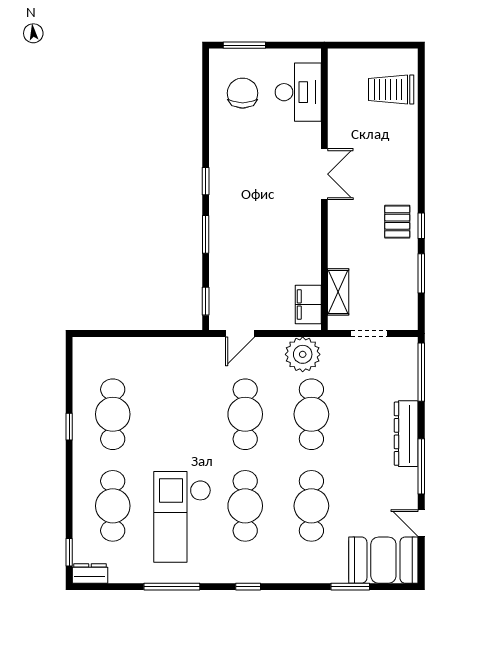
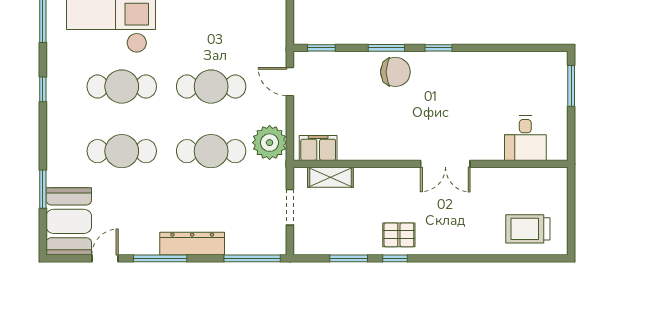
trolley: (391, 89) -> (528, 229), turned -90
desk: (298, 92) -> (525, 138), width x0.73
chair: (243, 93) -> (395, 72), moved

